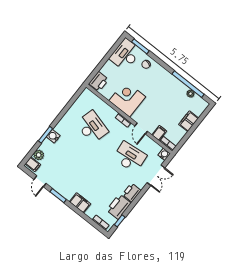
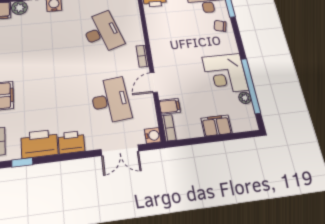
corner desk: (127, 99) -> (225, 73), moved, turned 180
desk: (92, 127) -> (102, 32), turned -33

